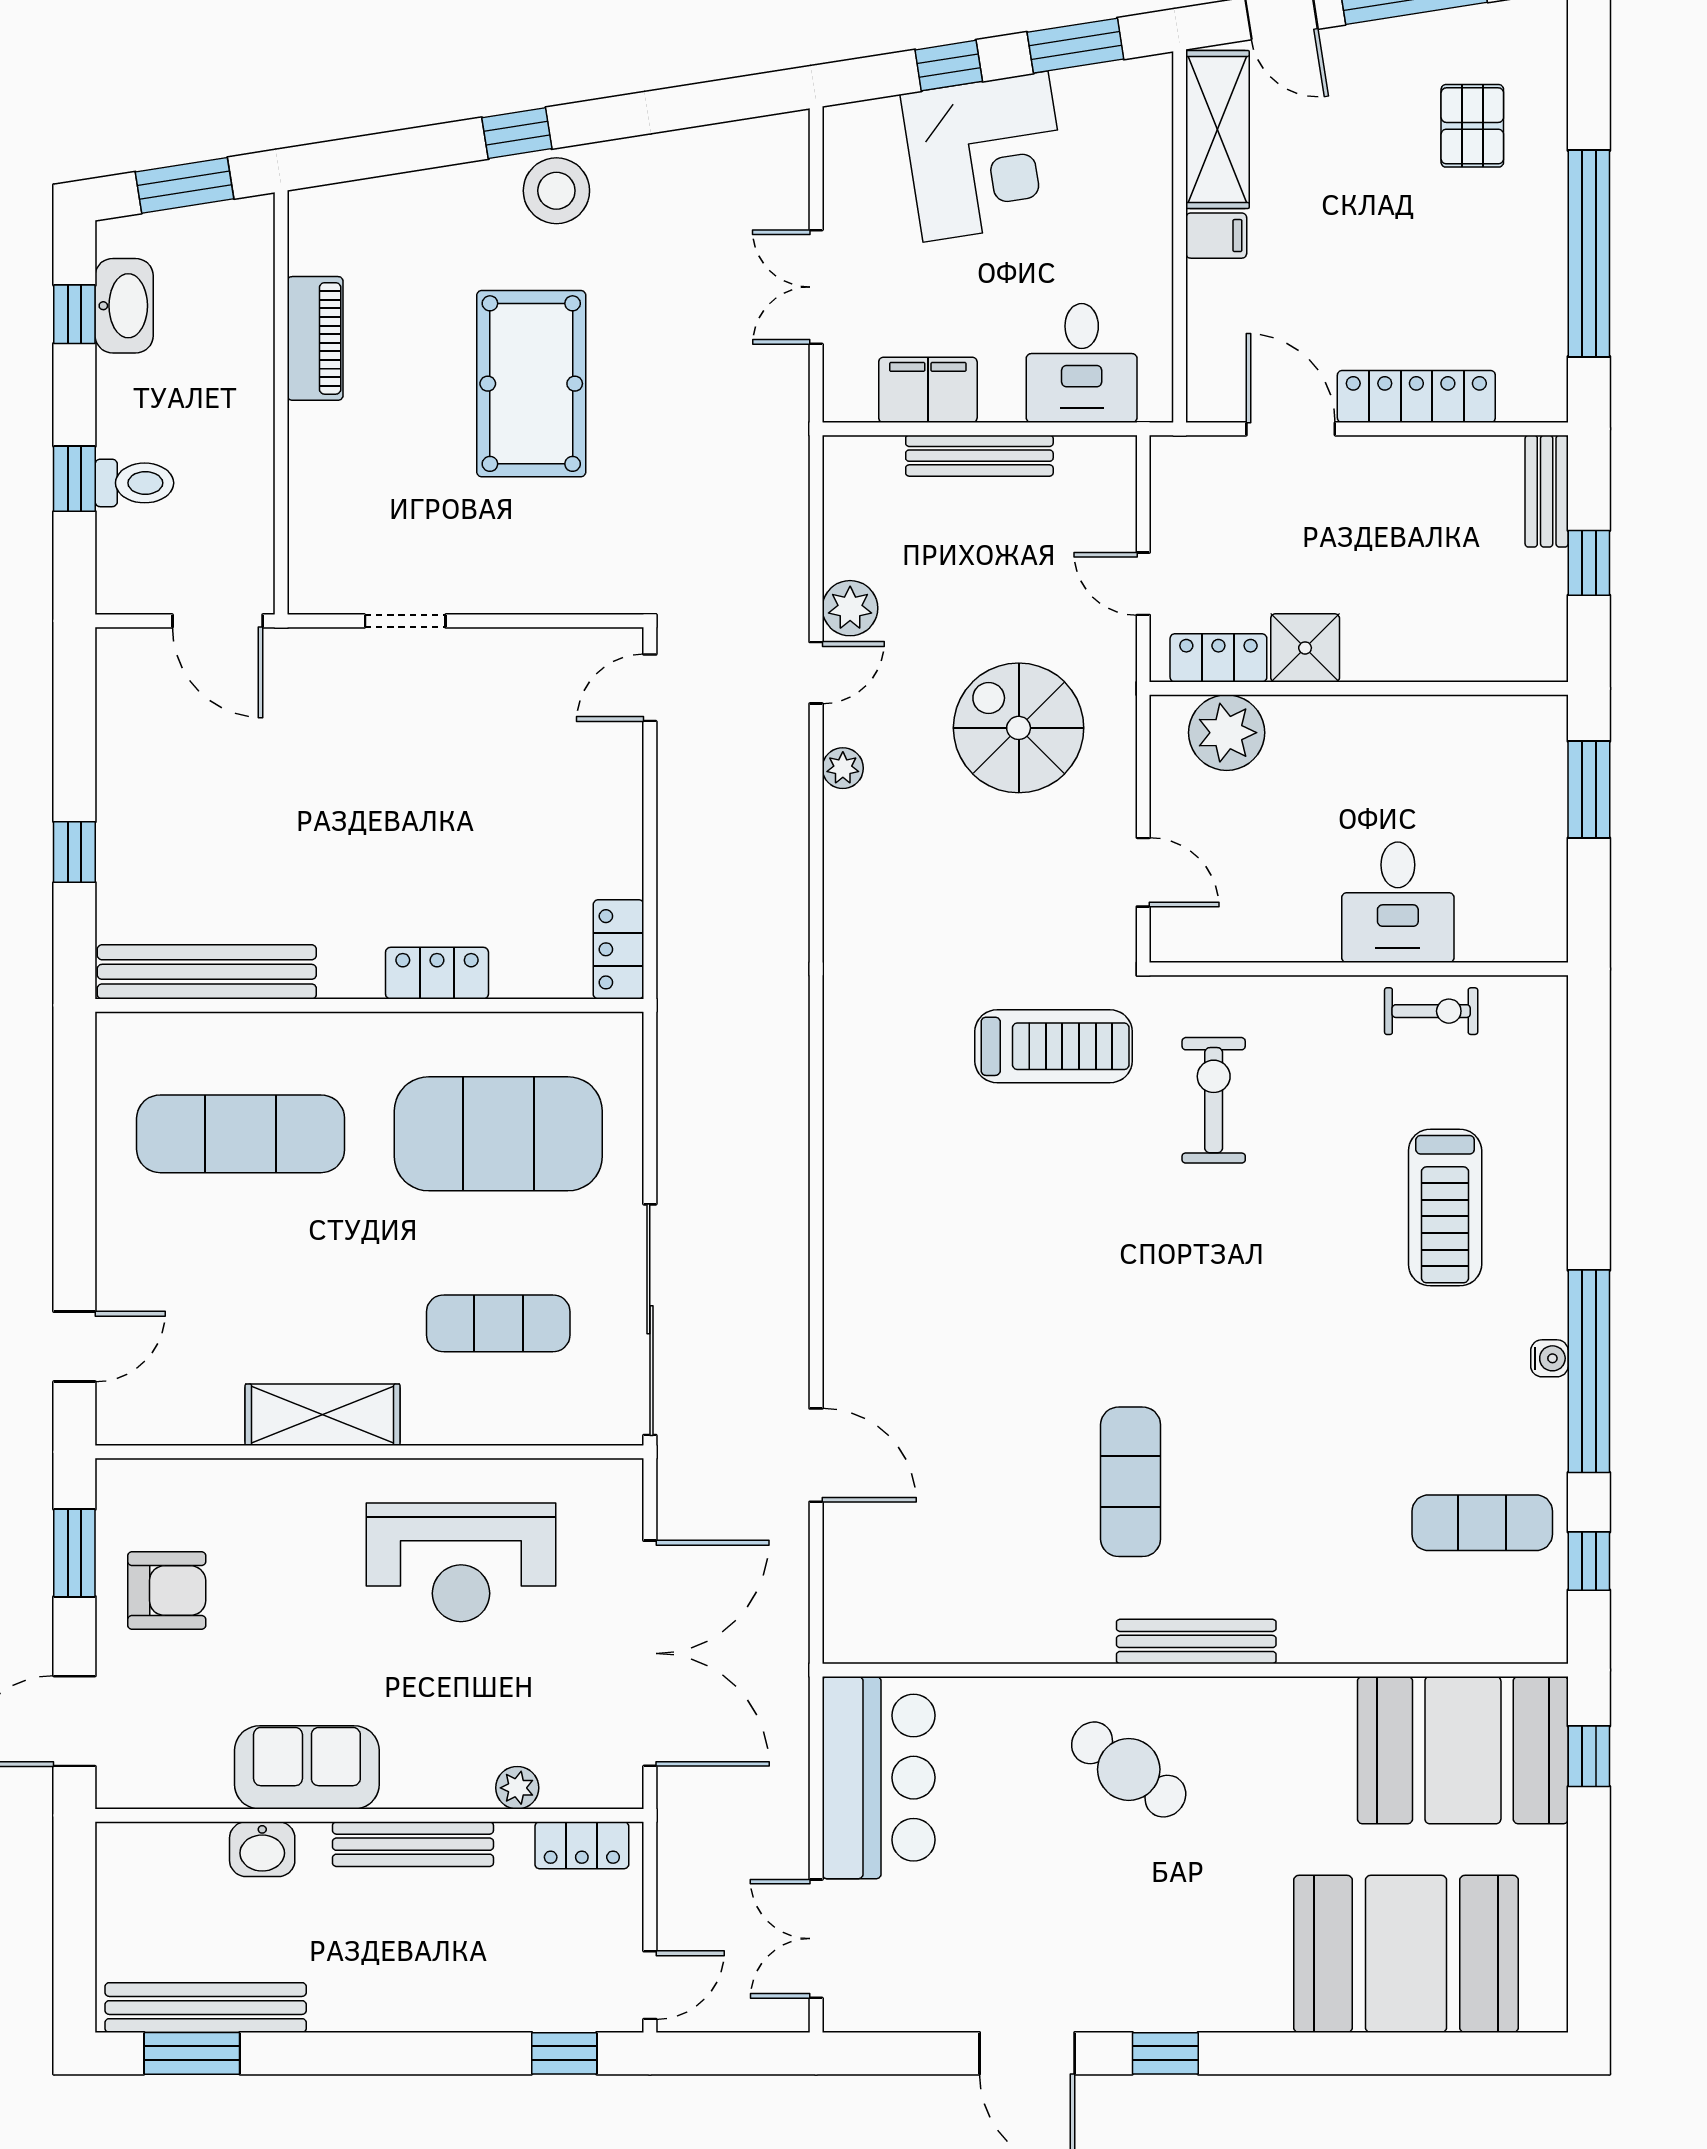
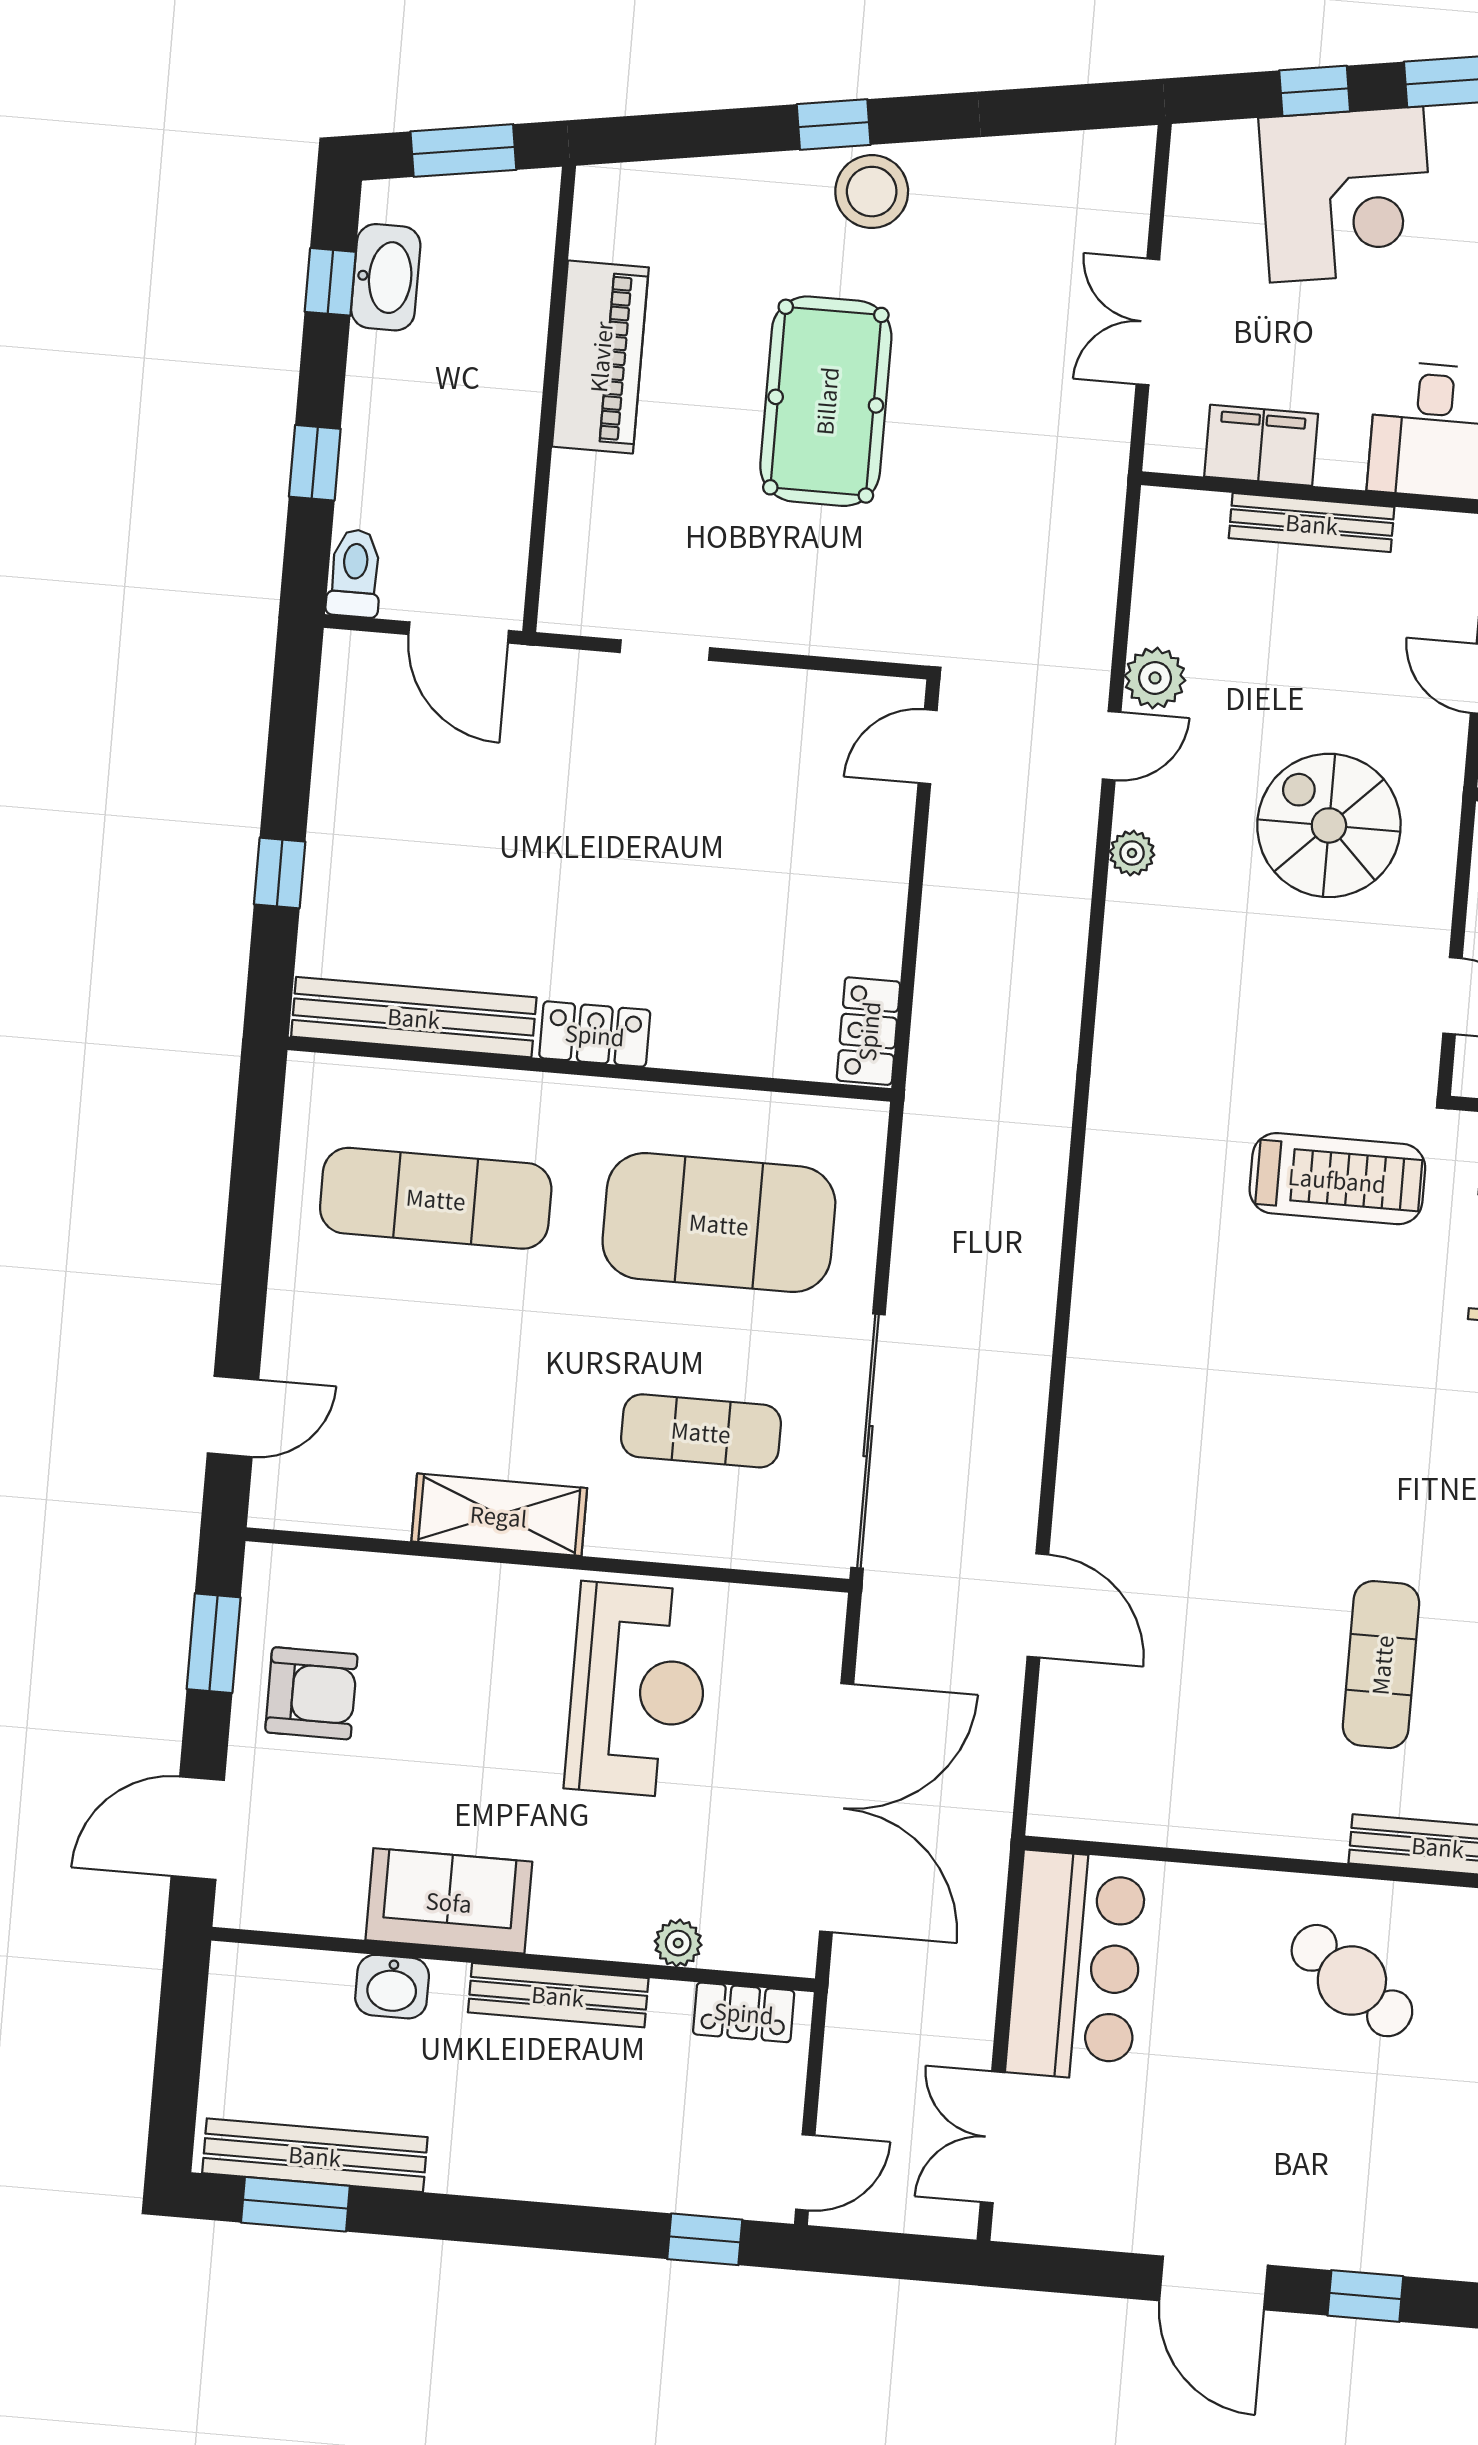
piano: (315, 338) -> (600, 357), width x1.37, depth x1.33
toilet: (134, 483) -> (355, 573), moved, turned -90
locker: (437, 973) -> (595, 1034), moved
reception desk: (461, 1562) -> (638, 1690), turned -90

